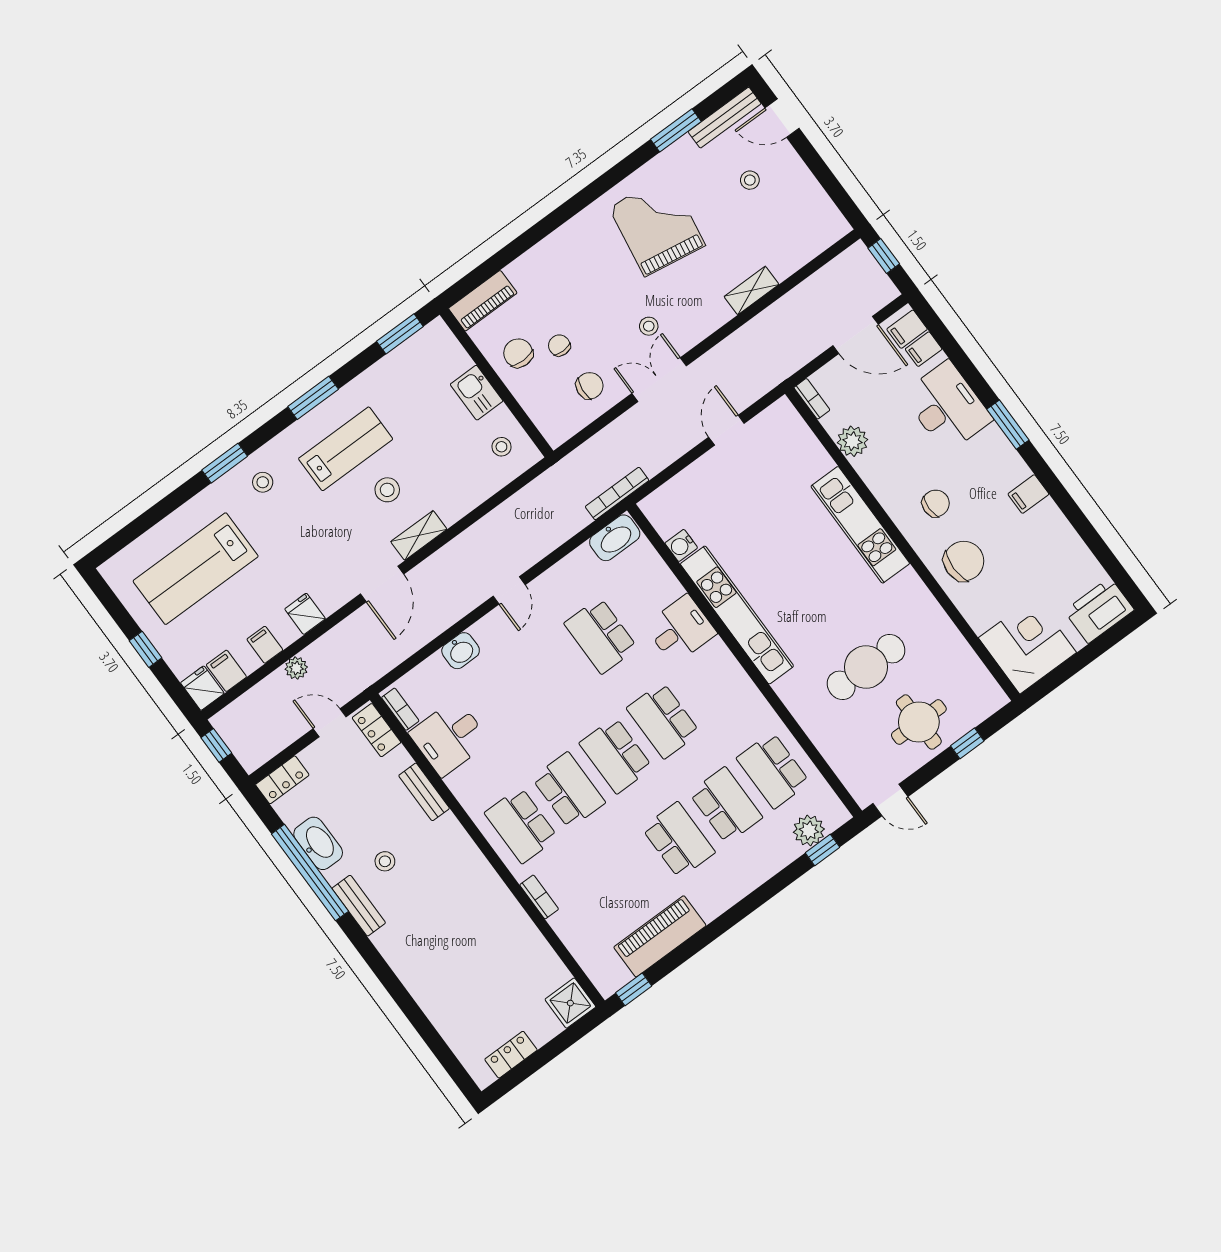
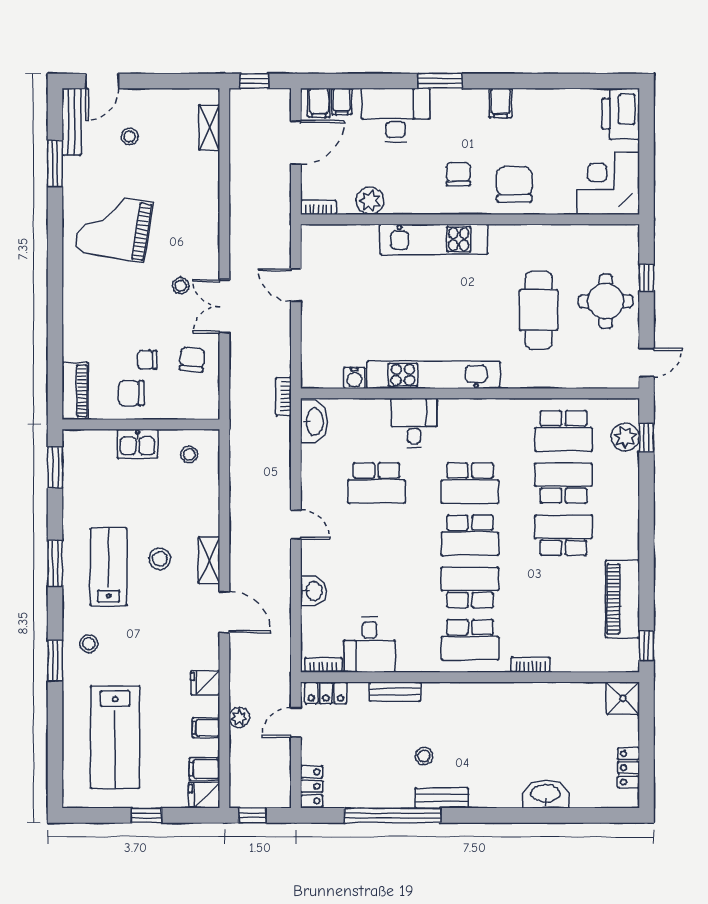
shelving: (752, 290) -> (209, 127), moved
bookcase: (617, 494) -> (283, 396), width x0.64
washbasin: (318, 843) -> (546, 794), moved

